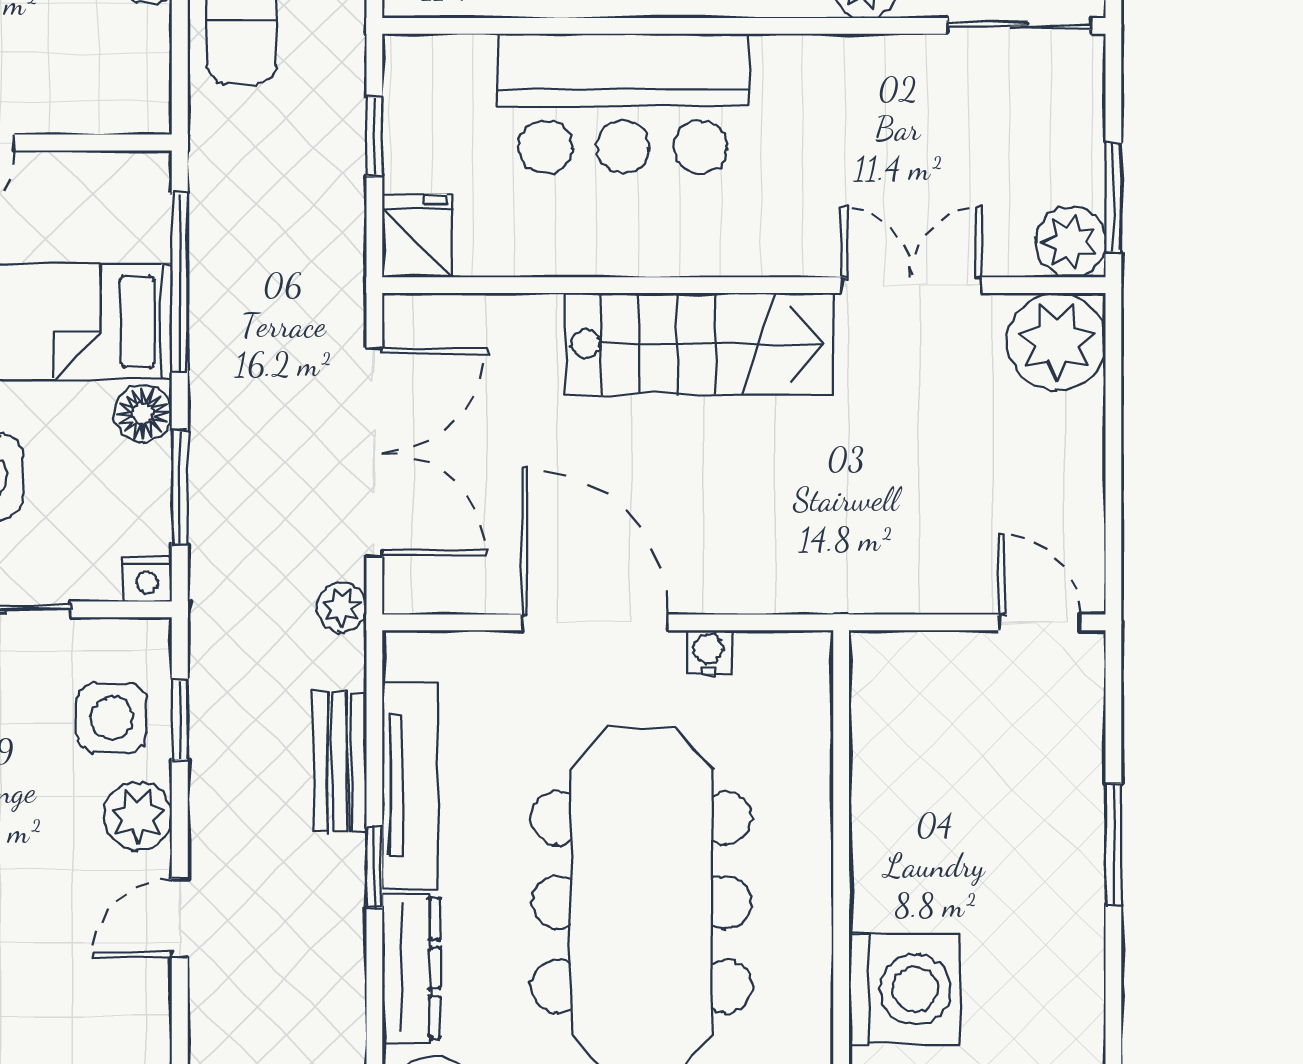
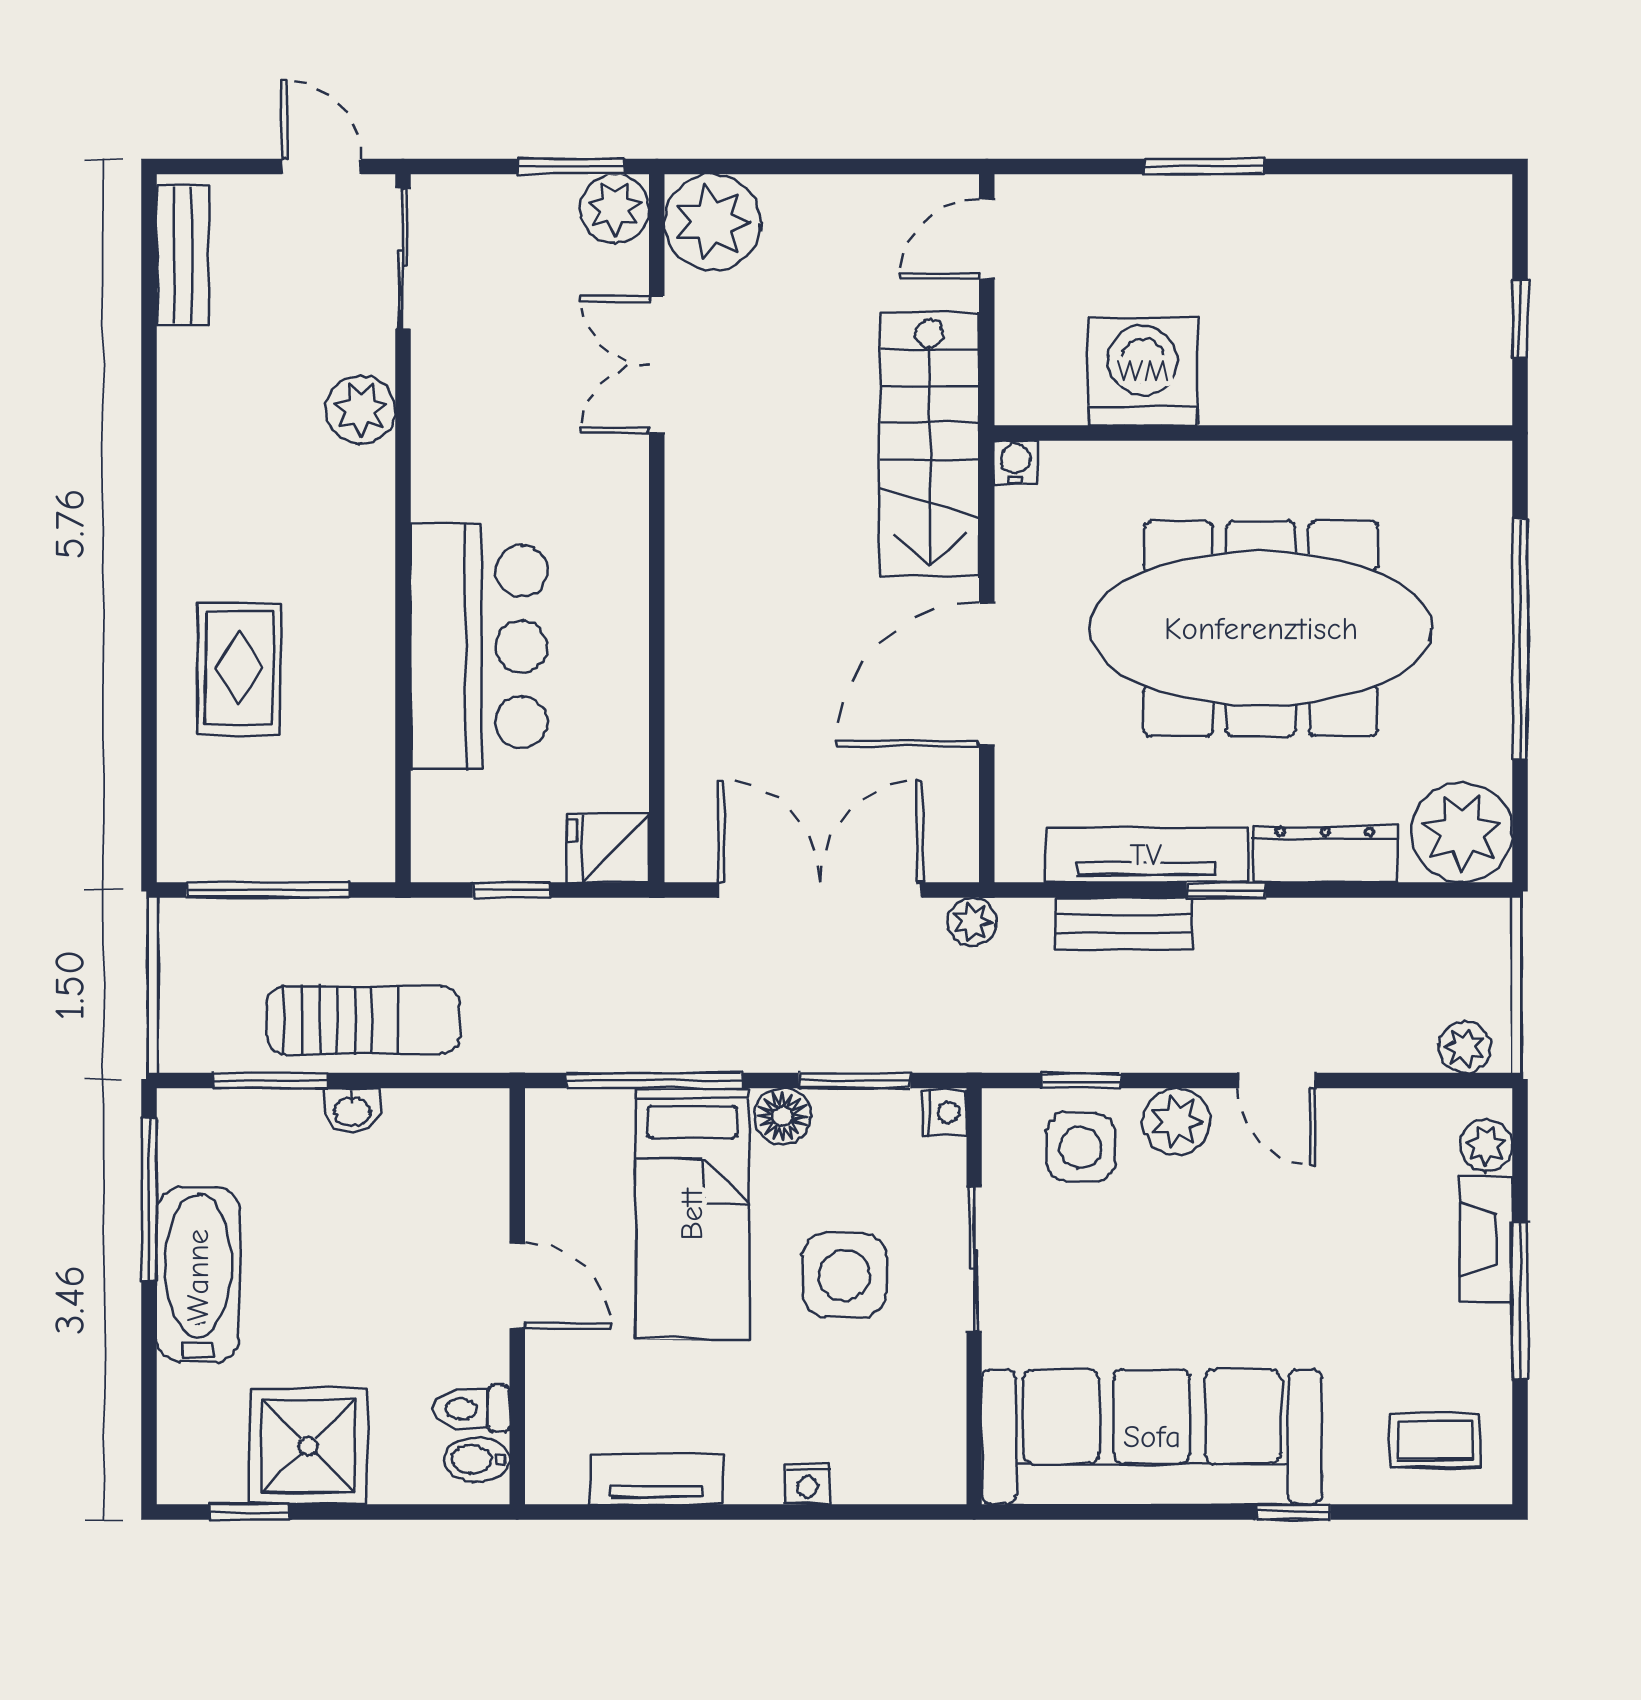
stairs: (699, 344) -> (929, 444), moved, turned 180
water cooler: (709, 652) -> (1016, 462), moved, turned 90
washing machine: (904, 989) -> (1143, 371), moved

